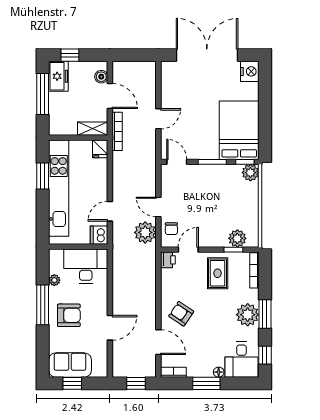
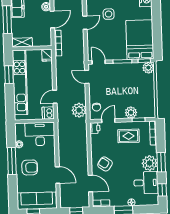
side table: (194, 91) -> (109, 14), added
door: (110, 96) -> (52, 19), hinge flipped
door: (158, 119) -> (85, 23), moved
shelving: (93, 129) -> (22, 42), moved
door: (158, 207) -> (87, 77), moved
plant: (237, 238) -> (131, 113), moved
rug: (218, 273) -> (128, 136), turned 90
door: (110, 328) -> (58, 175), hinge flipped
desk: (241, 360) -> (146, 183), moved, turned -90
sofa: (70, 365) -> (37, 201), width x1.36

